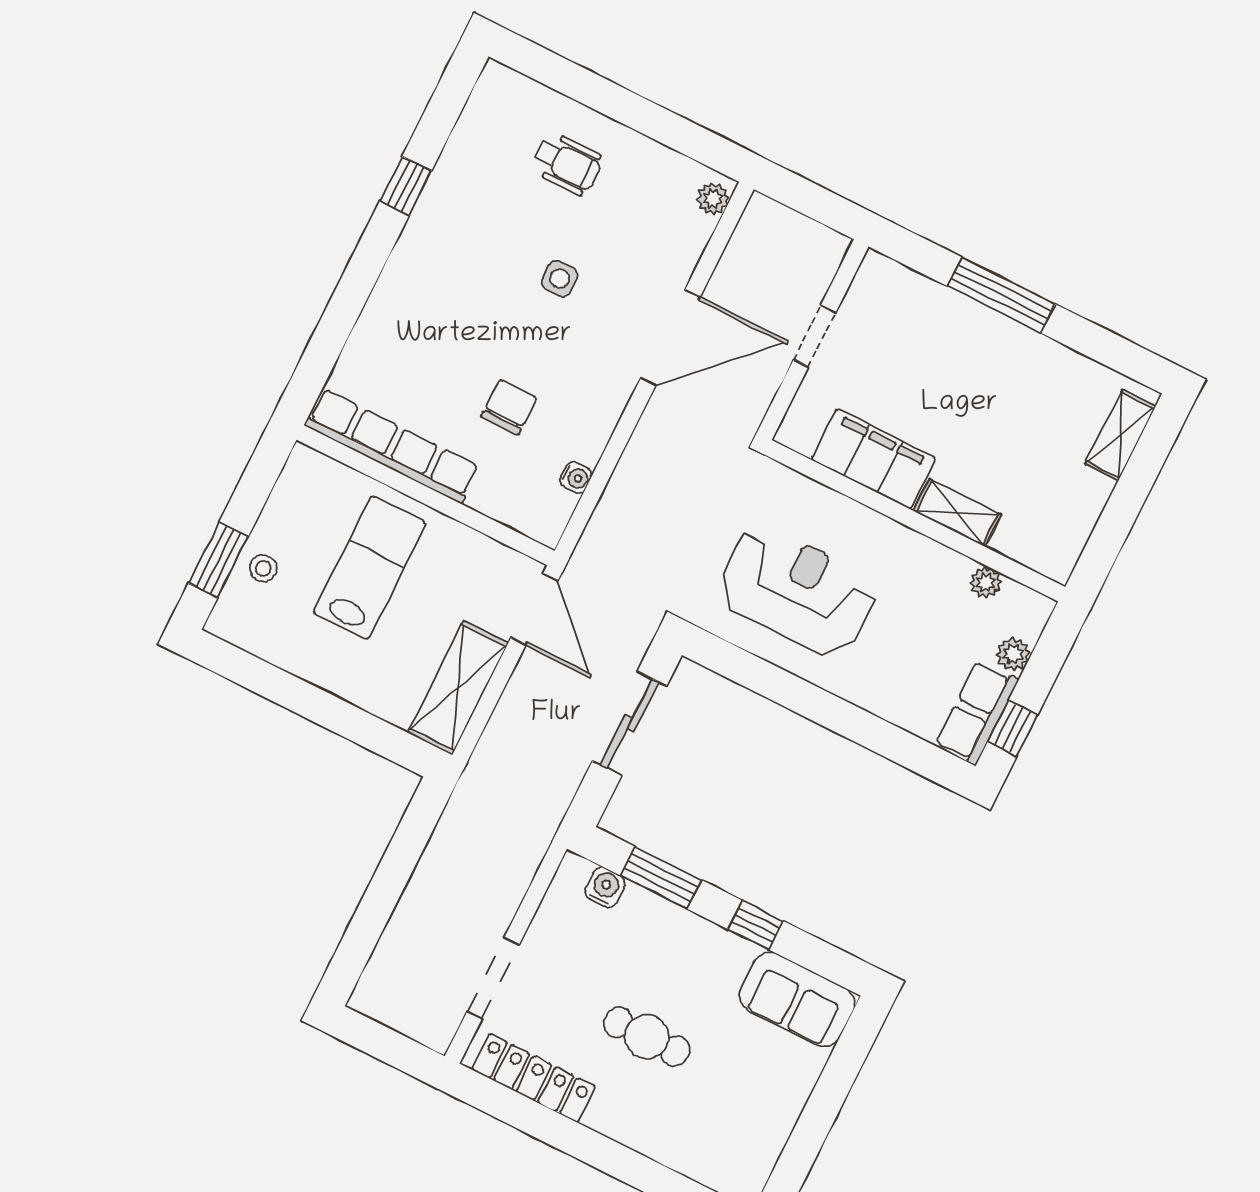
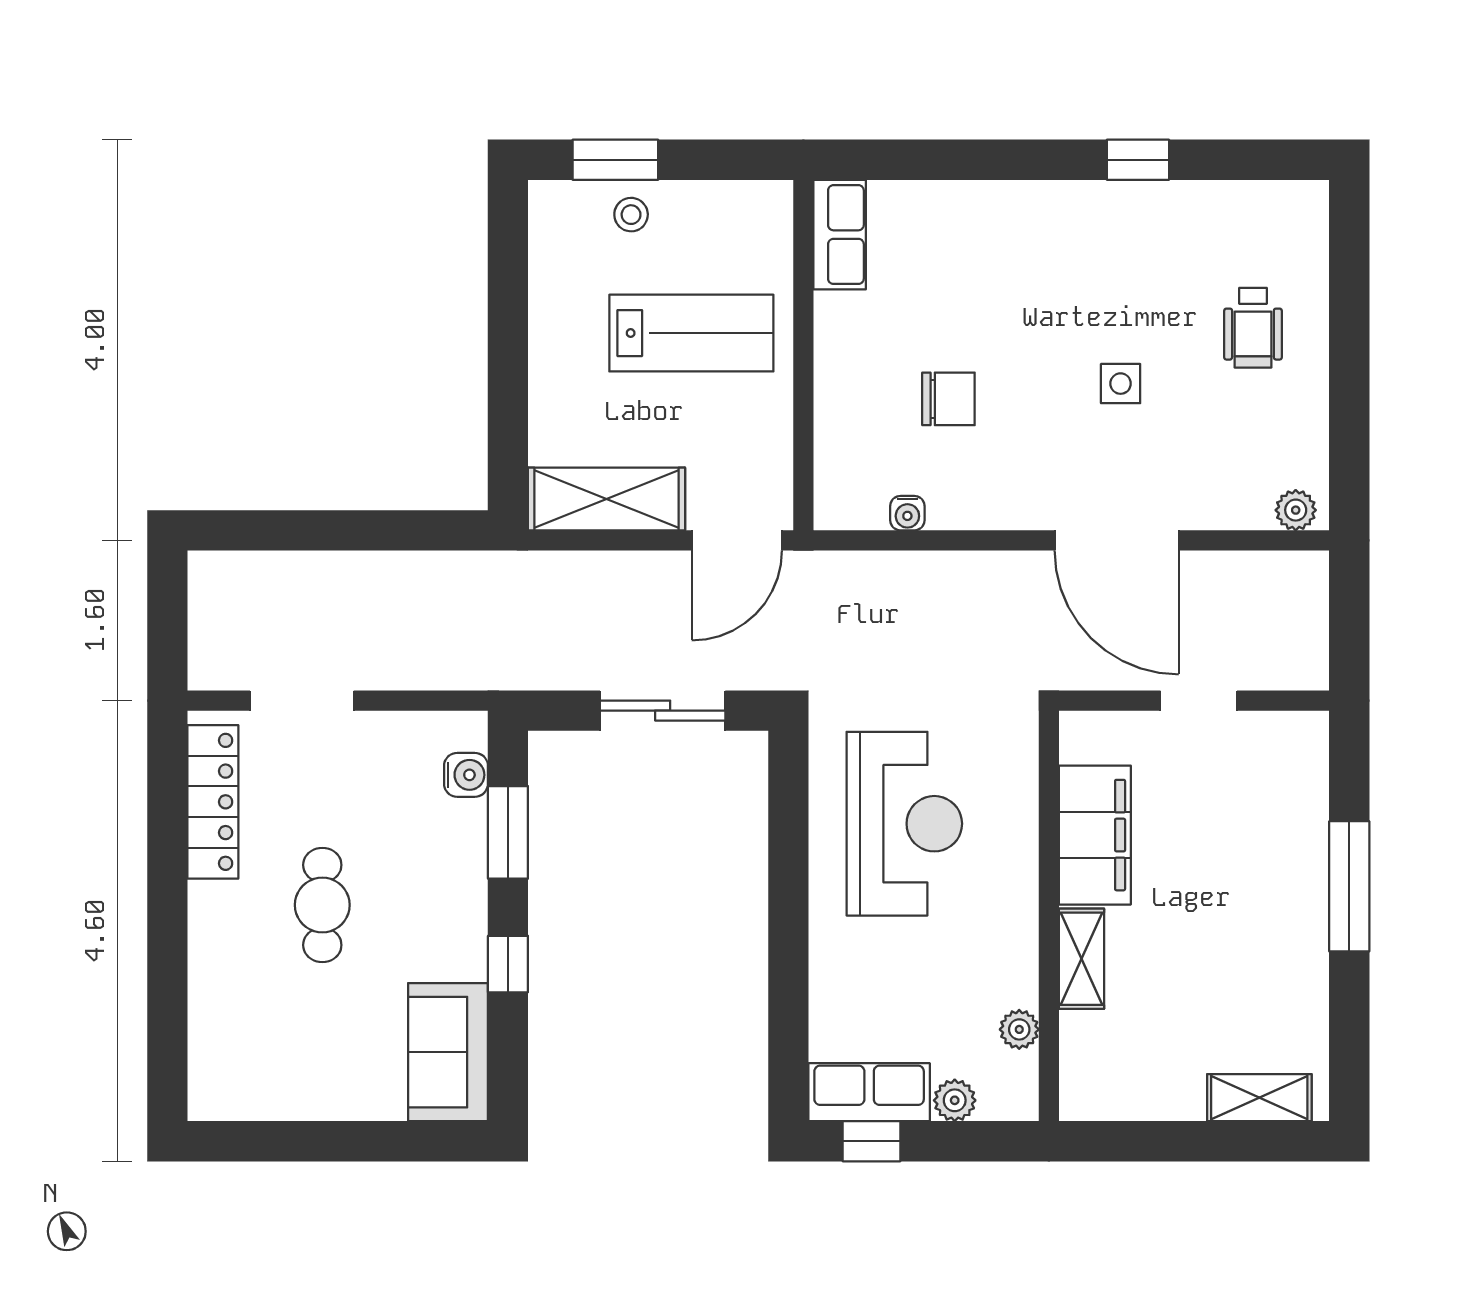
row of seats: (392, 446) -> (840, 235), width x0.50

